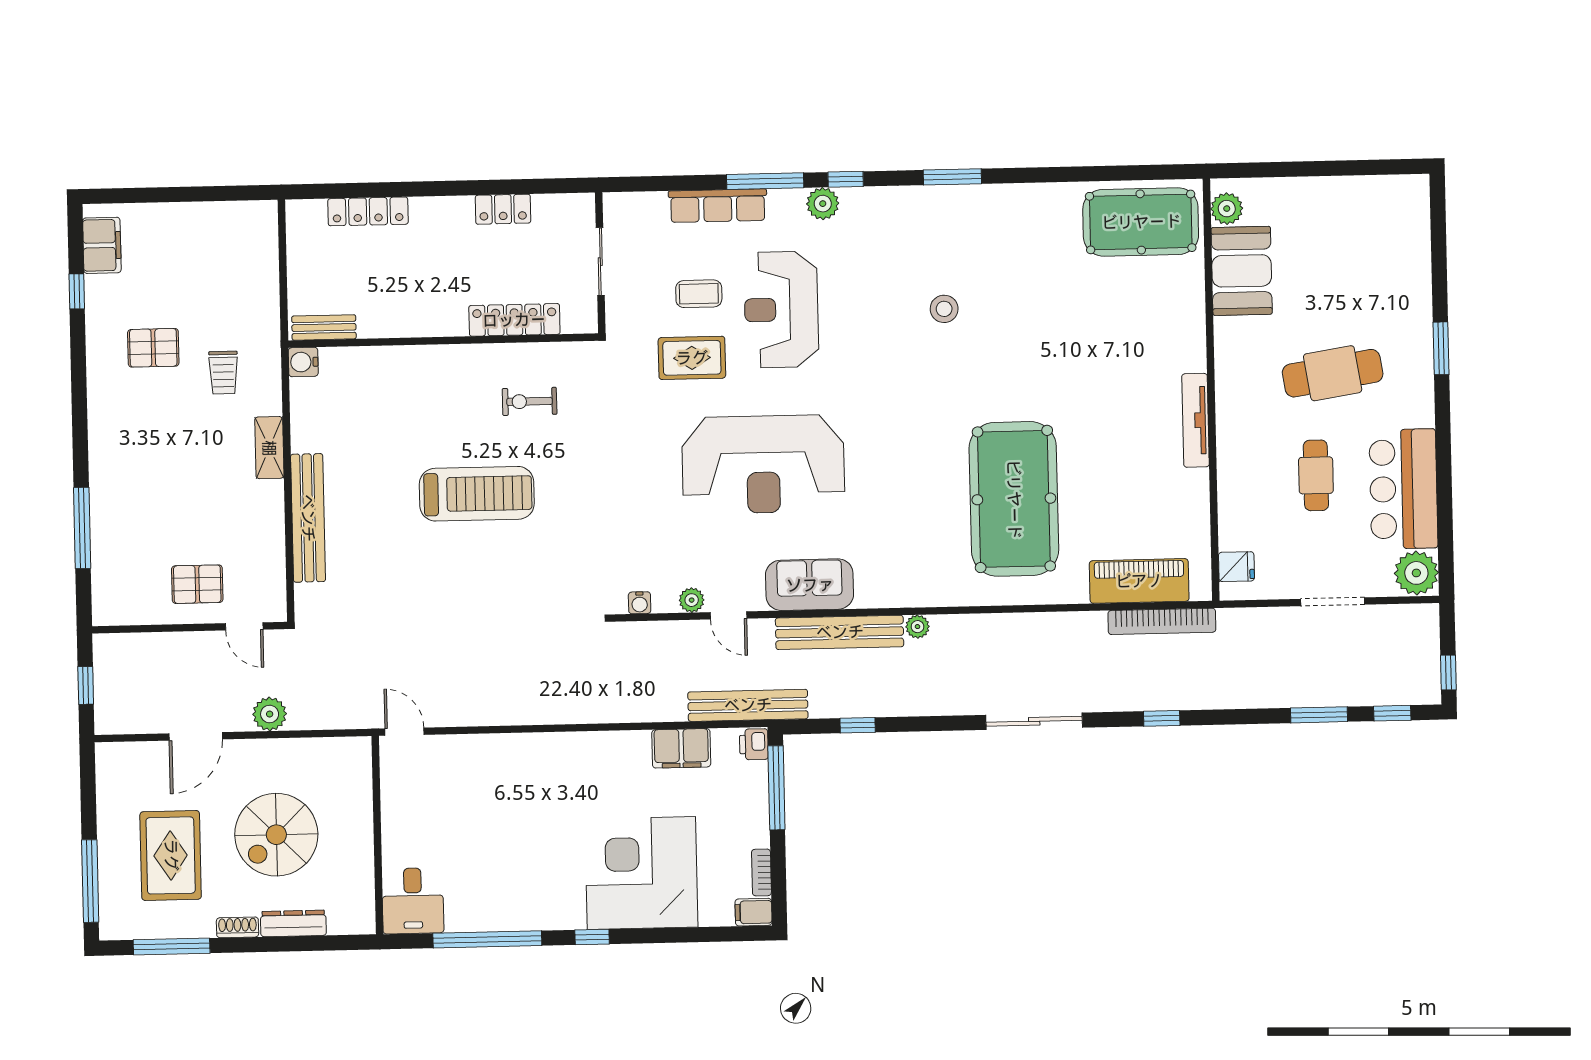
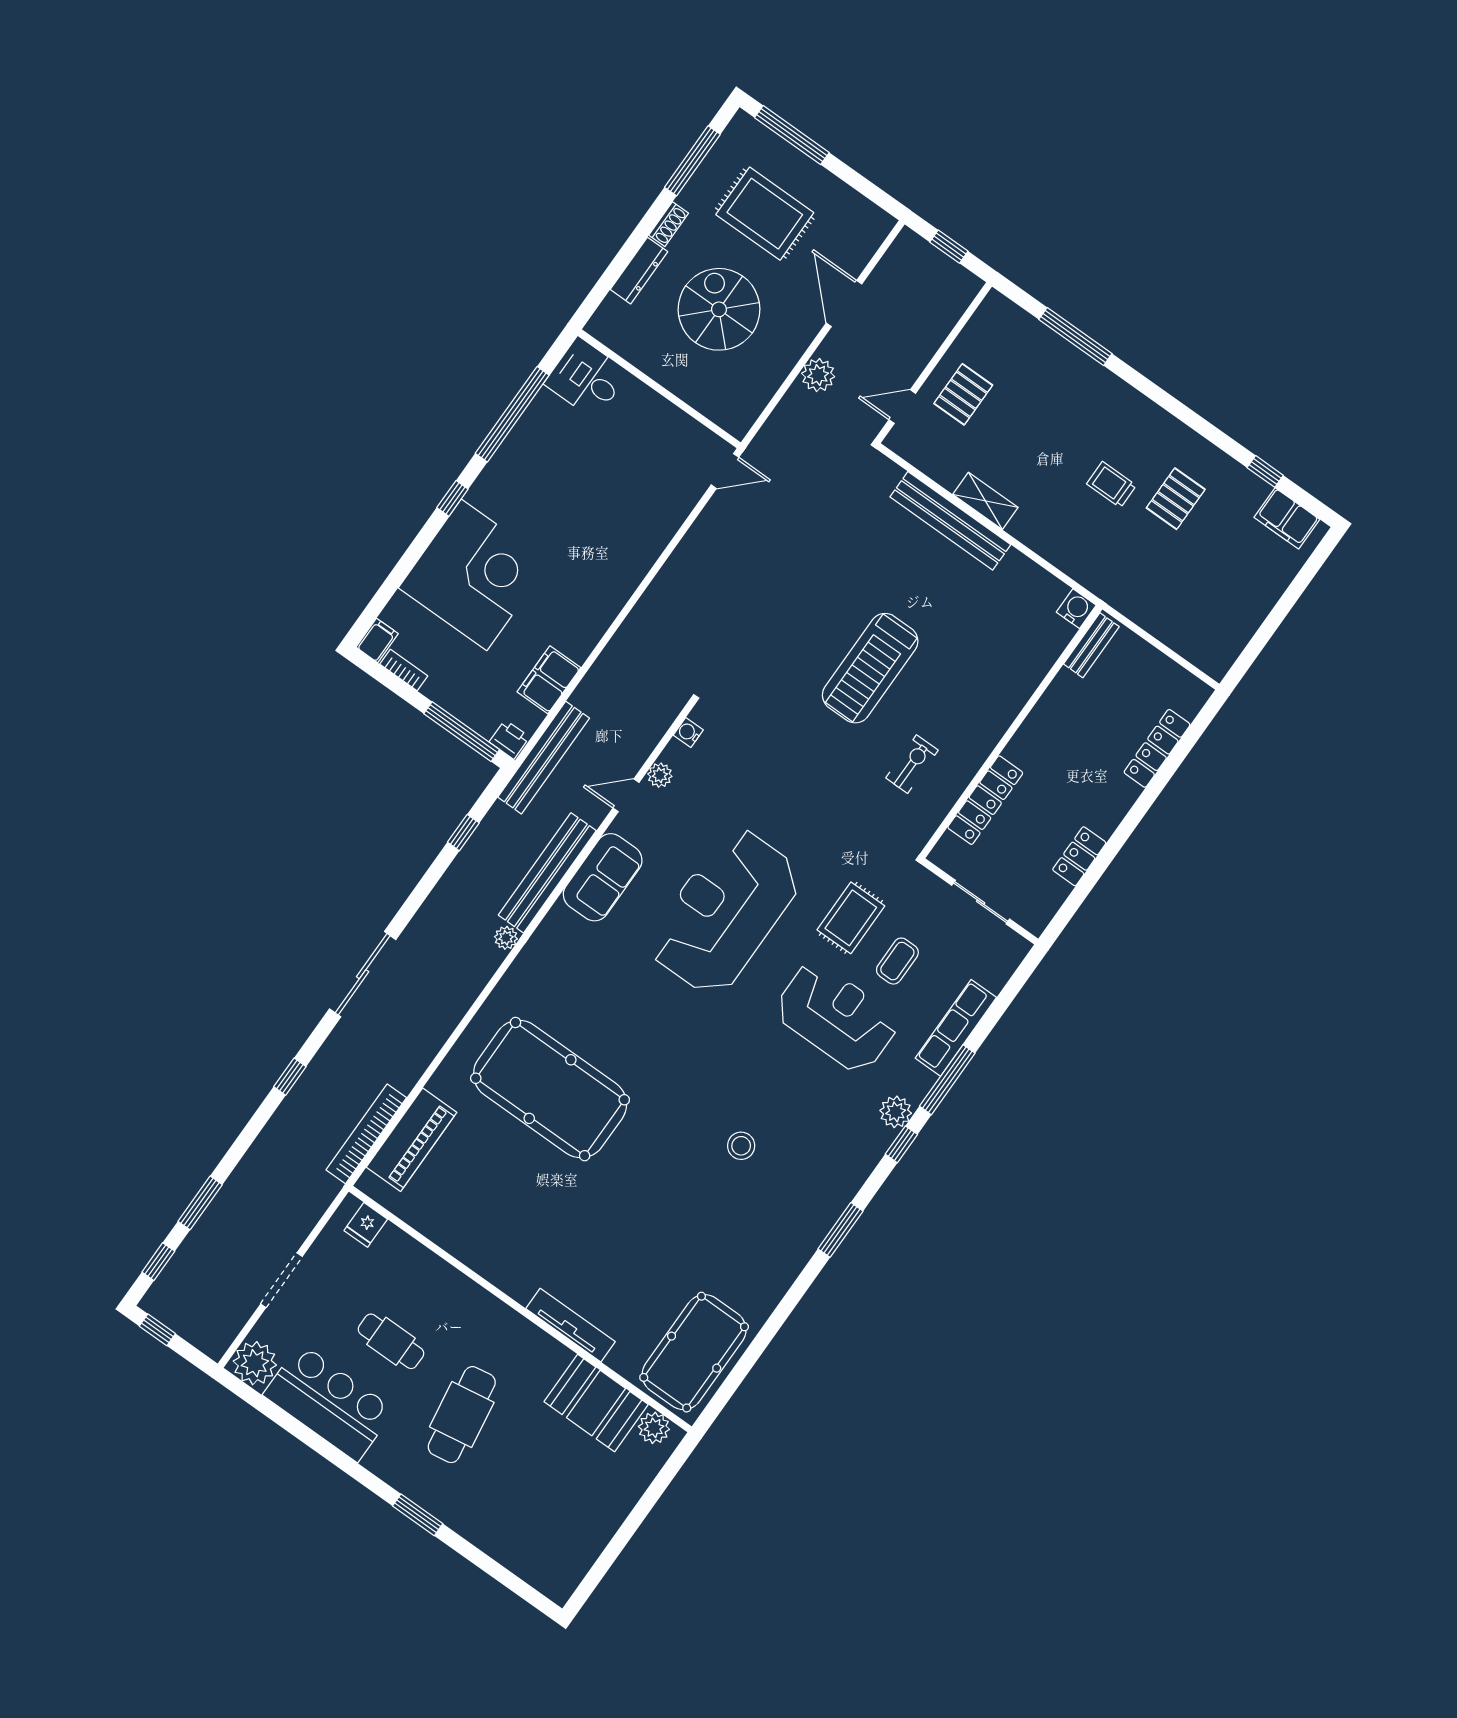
trolley: (223, 373) -> (1111, 485), moved
tv unit: (1196, 420) -> (571, 1325), moved
shelving: (269, 448) -> (985, 501), moved

